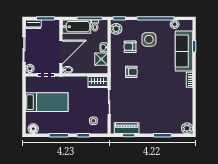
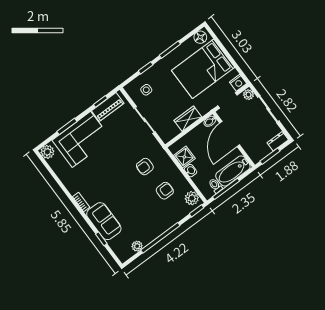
side table: (149, 39) -> (151, 212), removed
sofa: (184, 51) -> (104, 221), width x0.73
nightstand: (31, 81) -> (238, 83), added
wardrobe: (98, 82) -> (188, 119), moved
bed: (47, 102) -> (203, 69), width x1.50
corner sofa: (159, 120) -> (81, 139), added

